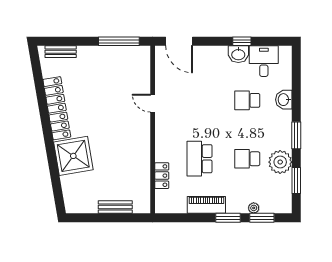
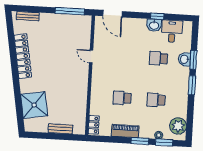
shower: (73, 156) -> (34, 105), moved
school desk: (199, 159) -> (122, 98), width x0.54
plant: (280, 162) -> (178, 126), moved
locker: (162, 176) -> (94, 125), moved
window: (296, 181) -> (193, 60), moved

